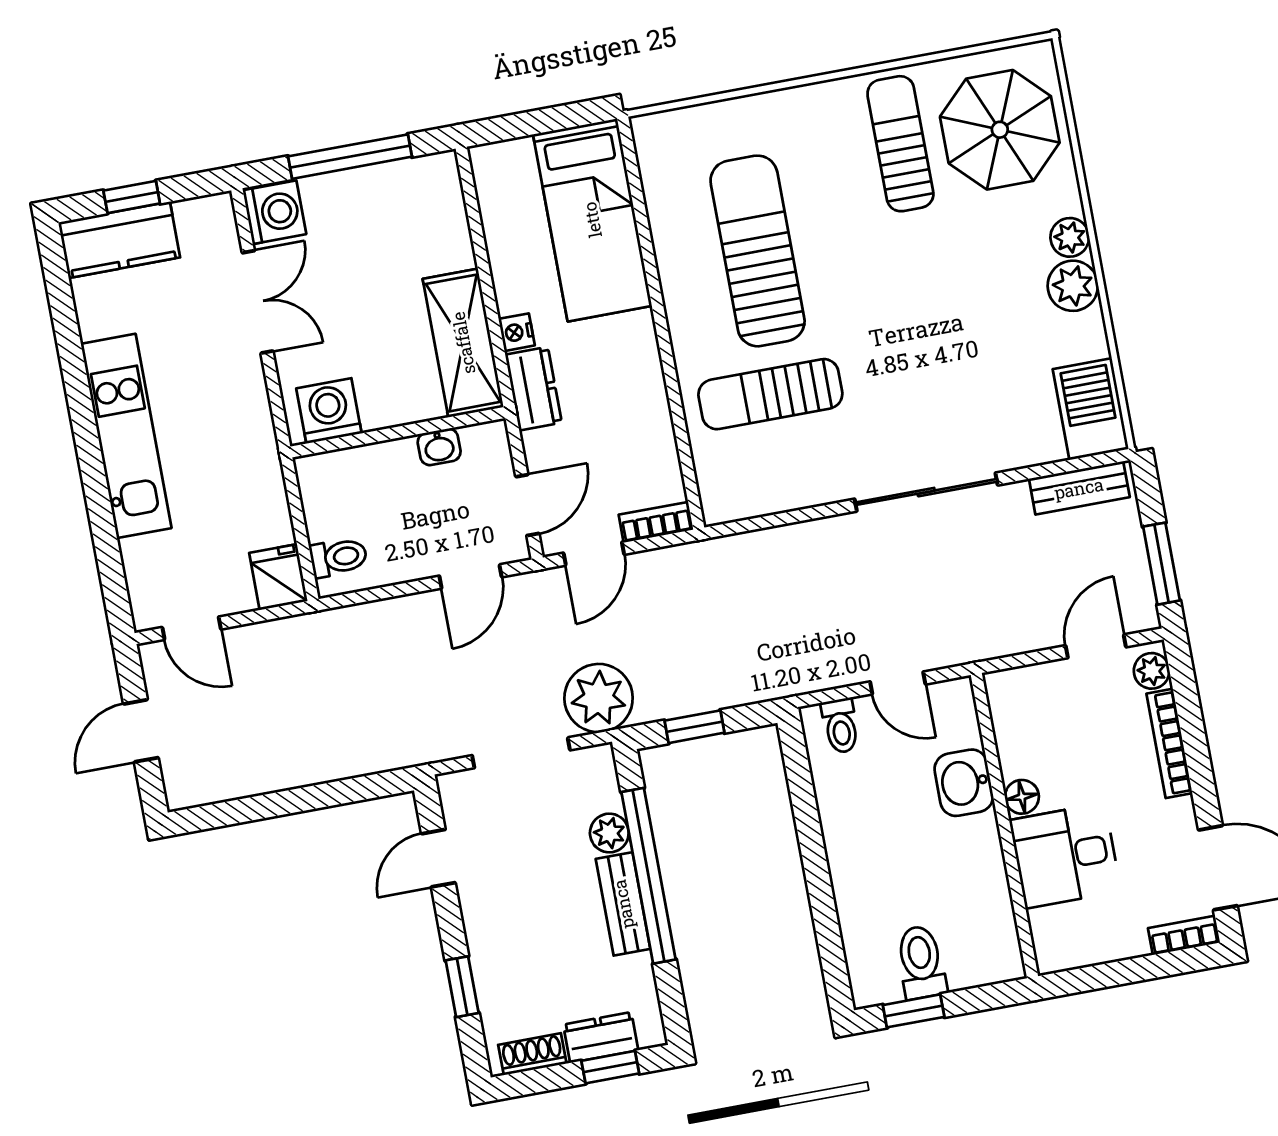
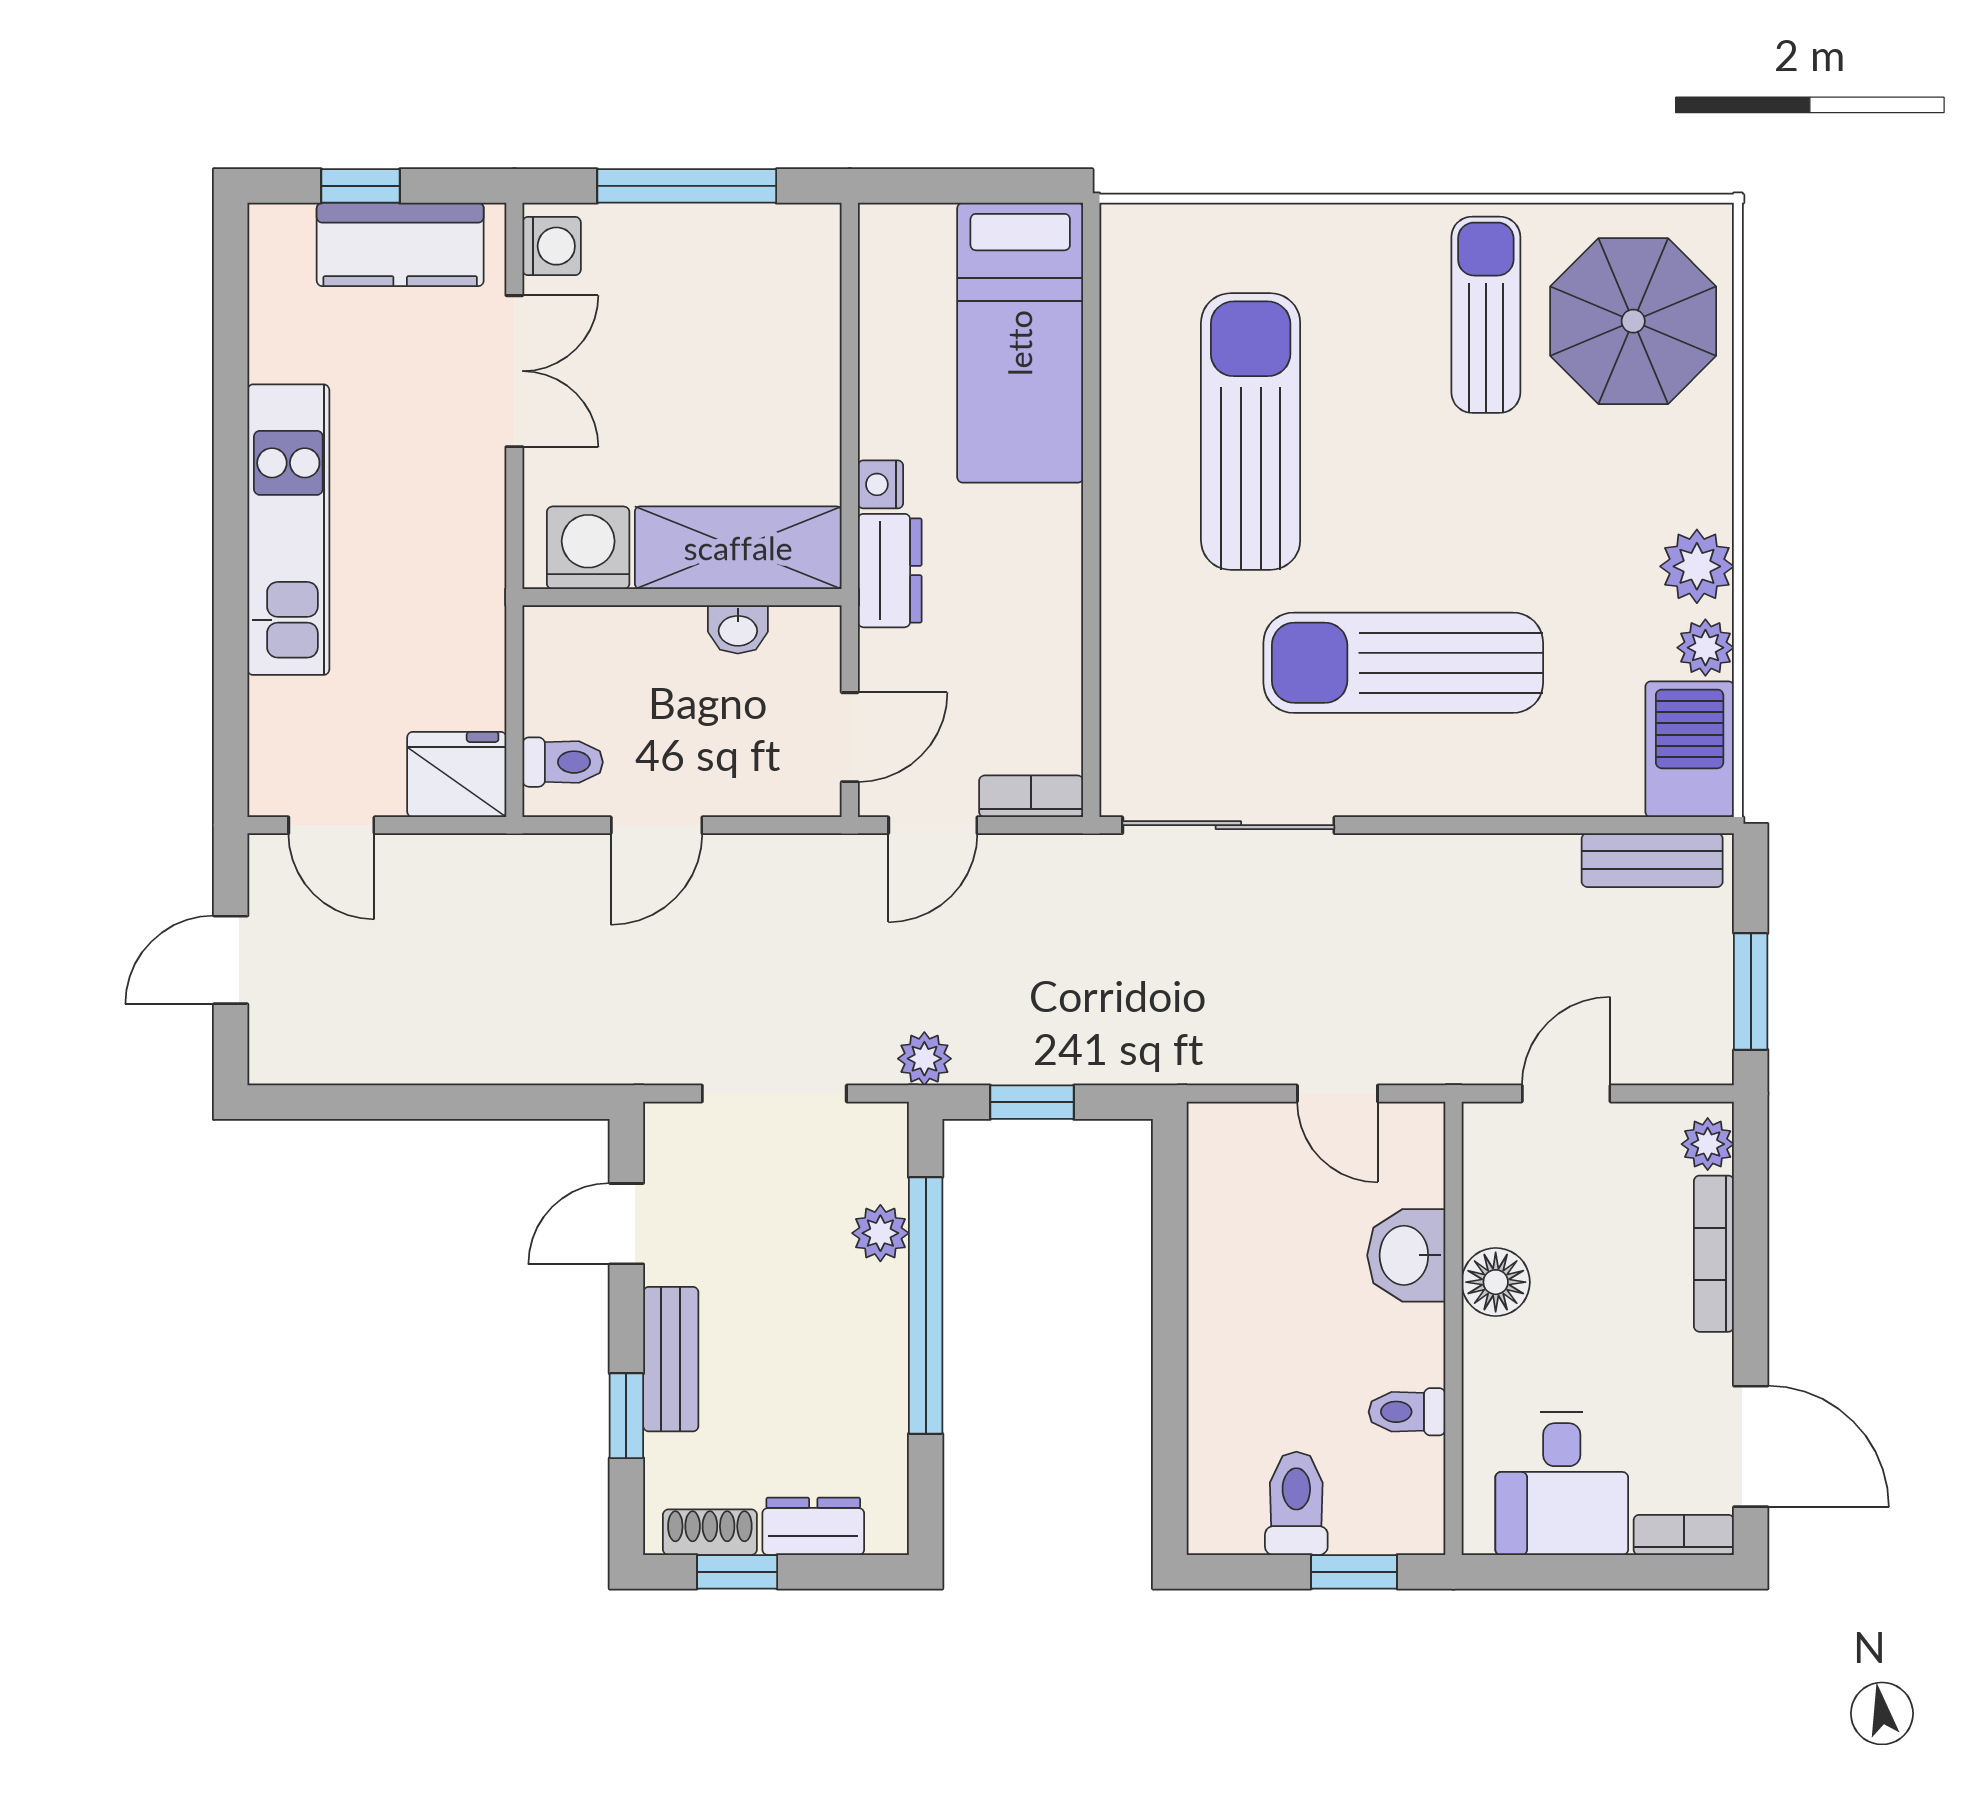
washing machine: (274, 212) -> (552, 246), width x0.73, depth x0.73
plant: (1070, 237) -> (1705, 648), moved
kitchen counter: (119, 240) -> (400, 244), moved
shelving: (463, 343) -> (738, 548), moved, turned 90
sun lounger: (770, 394) -> (1403, 663), moved, width x1.36, depth x1.34
sliding door: (926, 492) -> (1228, 825), moved
fridge: (278, 577) -> (457, 774), width x1.38
door: (471, 577) -> (657, 825), moved
door: (1096, 646) -> (1566, 1094), moved
plant: (599, 698) -> (924, 1059), width x0.53, depth x0.53
toilet: (840, 726) -> (1407, 1412), moved, turned 90
floor lamp: (1022, 797) -> (1496, 1282), width x1.37, depth x1.37
desk: (1065, 856) -> (1562, 1483), moved, turned -90
bench: (623, 904) -> (671, 1359), moved
window: (914, 1011) -> (1354, 1572), moved
window: (610, 1067) -> (737, 1572), moved

